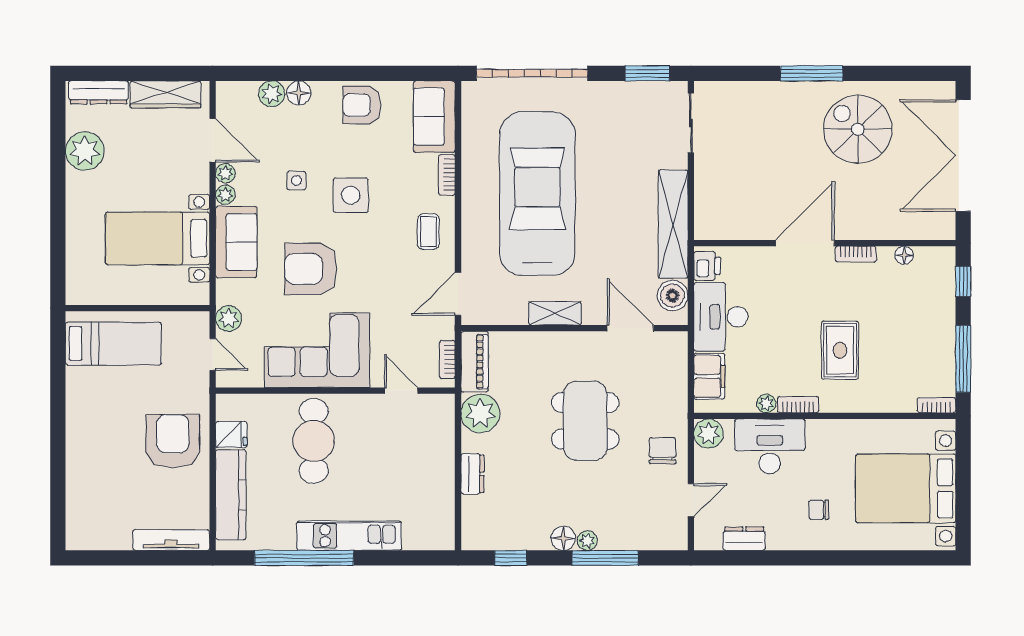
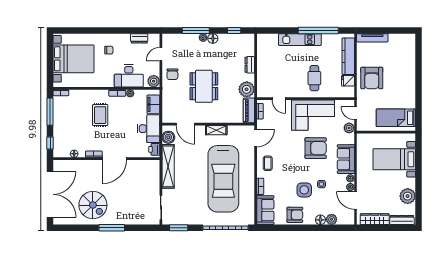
side table: (351, 195) -> (304, 190), moved
bed with nightstands: (158, 238) -> (394, 159), moved, turned 180
cafe table: (314, 441) -> (314, 78), width x0.73, depth x0.74

